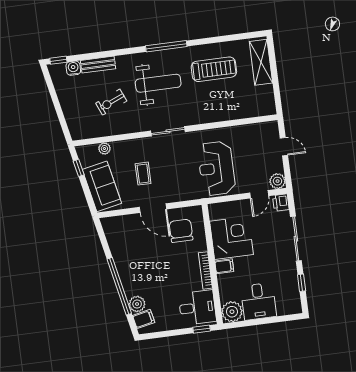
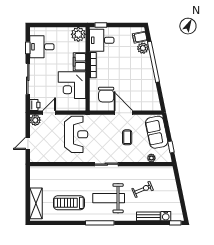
door: (284, 147) -> (28, 143), hinge flipped
filing cabinet: (224, 266) -> (79, 62), width x2.00
desk: (258, 301) -> (42, 47), moved, turned -90

